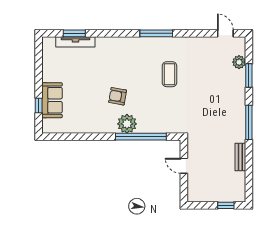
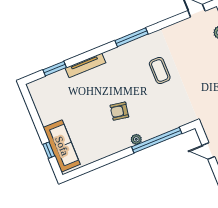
tv unit: (75, 42) -> (85, 65), moved
sofa: (52, 100) -> (62, 146), width x1.36
plant: (127, 124) -> (136, 139), width x0.53, depth x0.53

